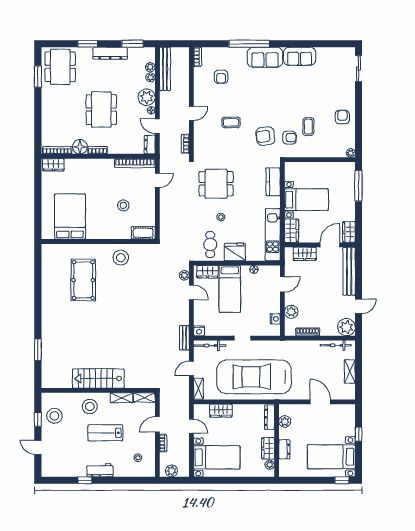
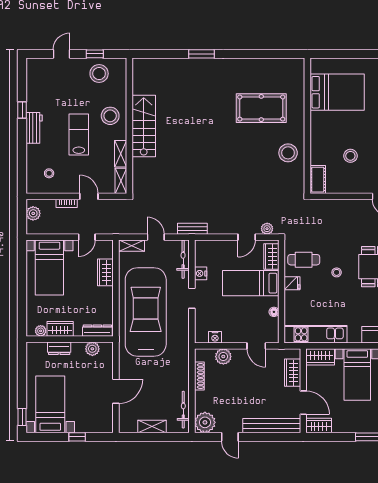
fridge: (235, 252) -> (292, 283), width x0.53, depth x0.75
nightstand: (199, 331) -> (201, 273), moved
window: (38, 350) -> (202, 54), moved

